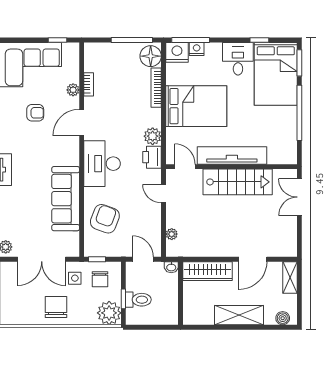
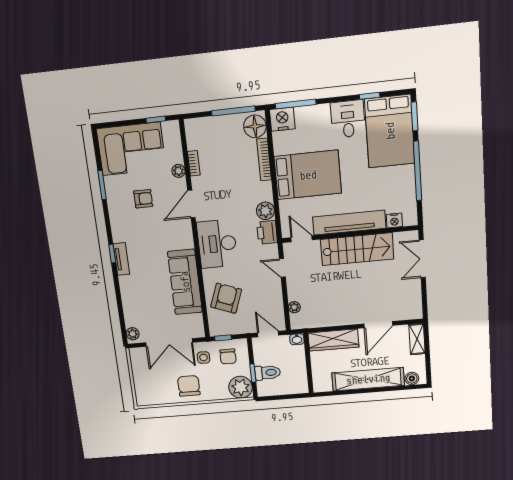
nightstand: (197, 49) -> (394, 221), moved, turned 180
shelving: (239, 315) -> (368, 379), width x1.47

